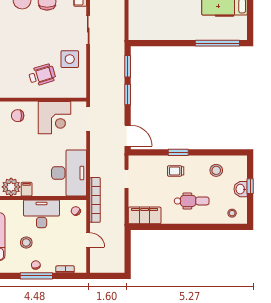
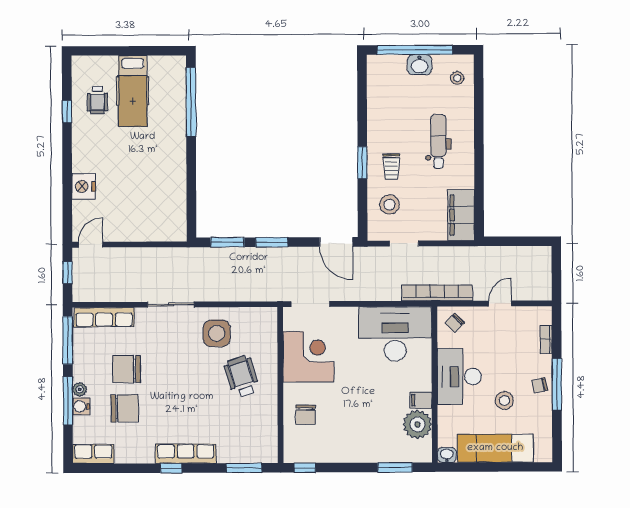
door: (128, 136) -> (336, 242), swing flipped
stool: (216, 170) -> (390, 205), moved
window: (250, 186) -> (415, 50), width x3.17

